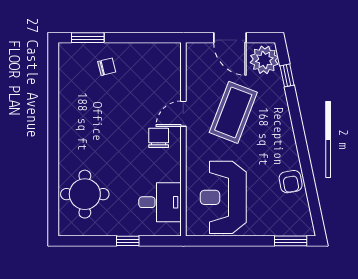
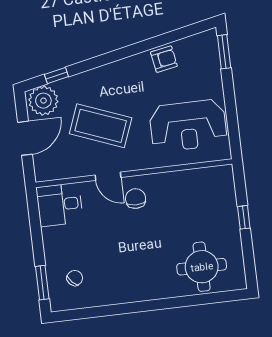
chair: (107, 67) -> (75, 278), moved, turned 60
chair: (159, 138) -> (136, 199), turned 90
desk: (160, 202) -> (60, 205), moved, turned -90

